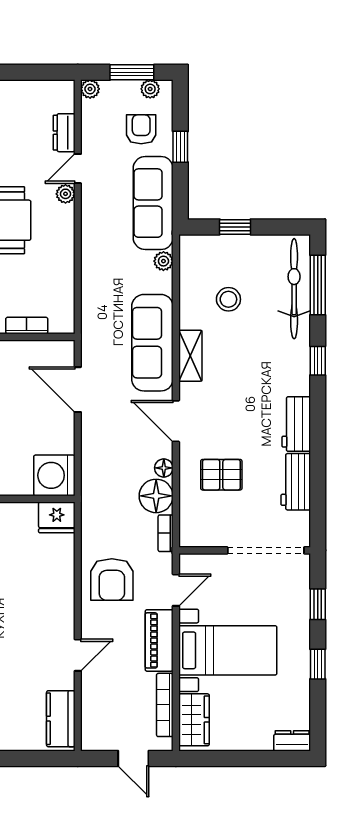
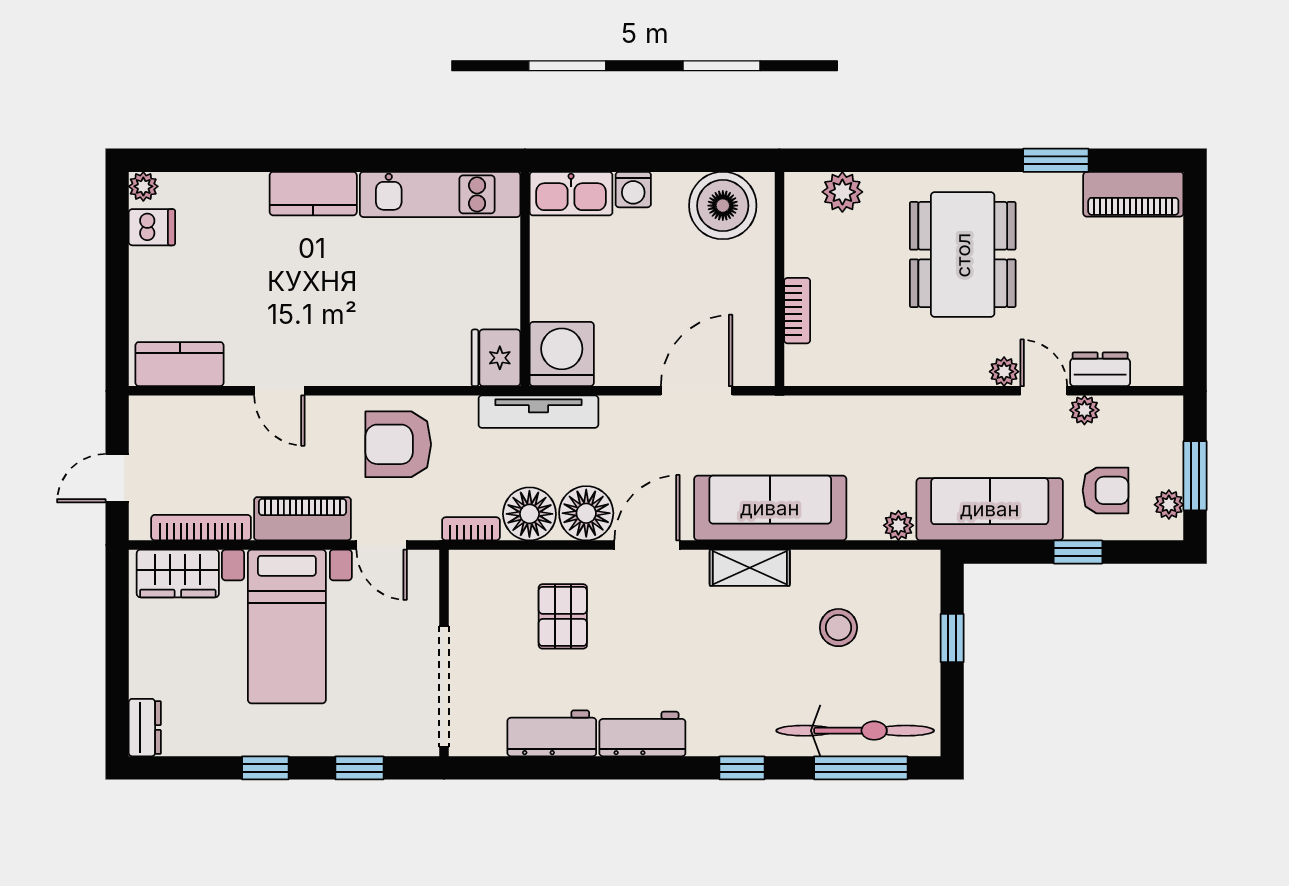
plant: (90, 89) -> (1084, 410), moved
floor lamp: (164, 468) -> (586, 513), width x1.89, depth x1.89
tv unit: (91, 490) -> (538, 412), added

